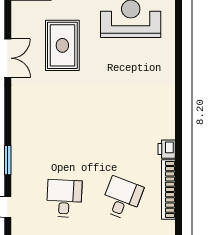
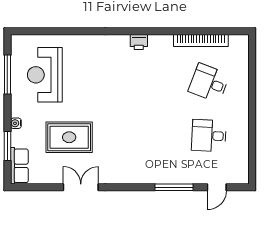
printer: (167, 149) -> (139, 42), moved
window: (8, 160) -> (174, 187), width x1.44

